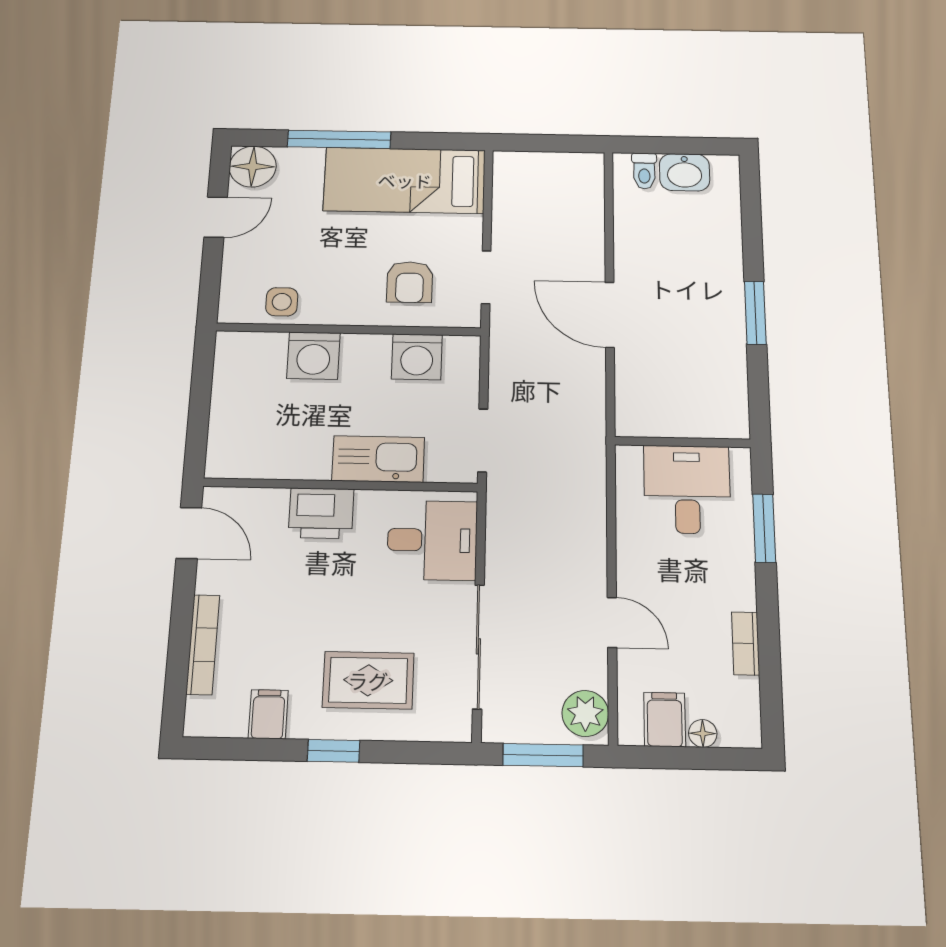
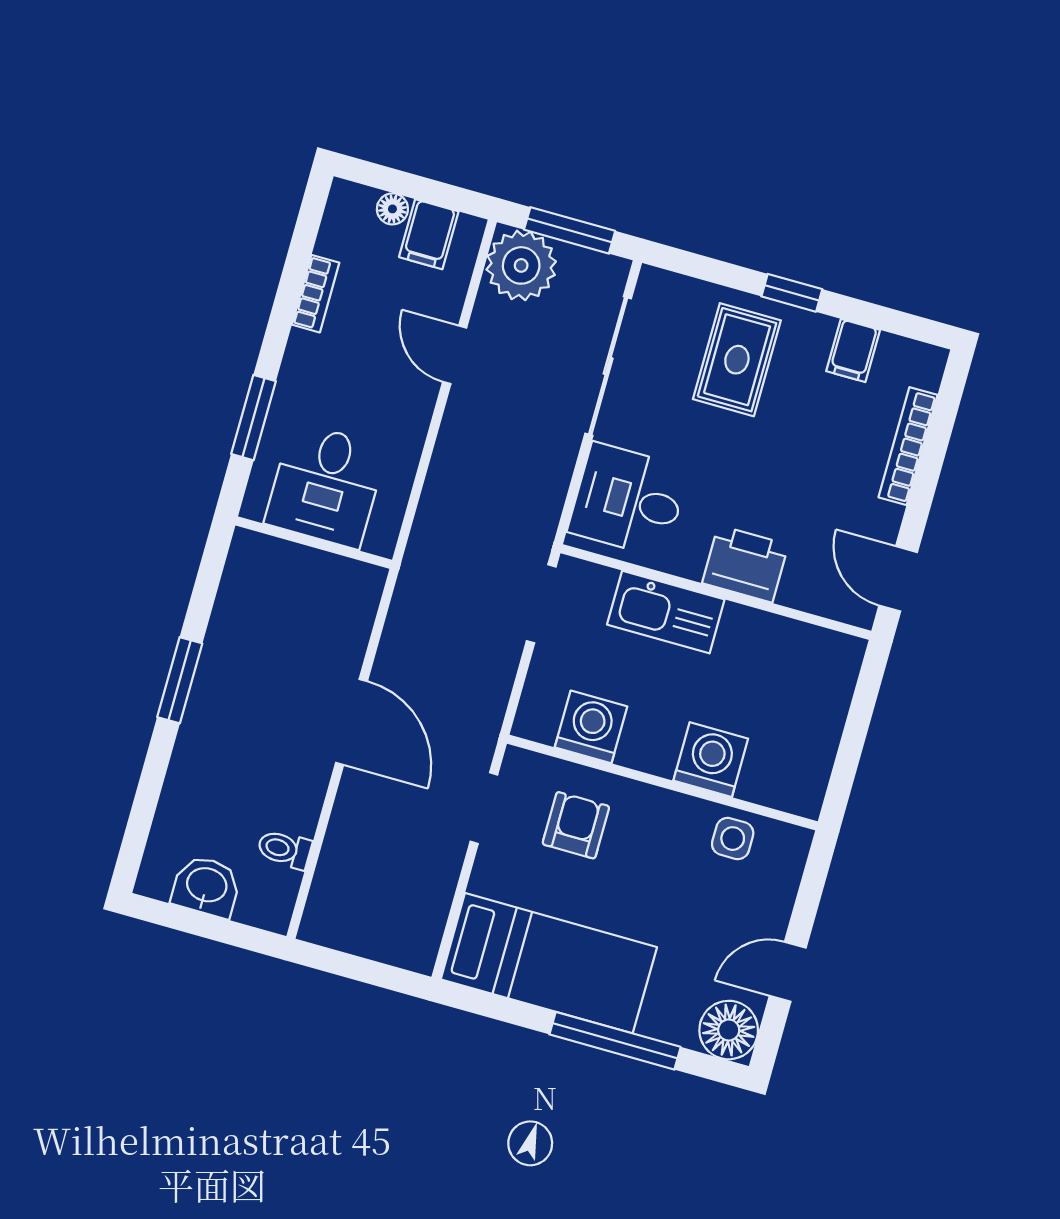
toilet: (644, 171) -> (284, 849), moved, turned -90
rug: (368, 680) -> (737, 360), turned 90
plant: (585, 713) -> (521, 265), width x1.36, depth x1.36

